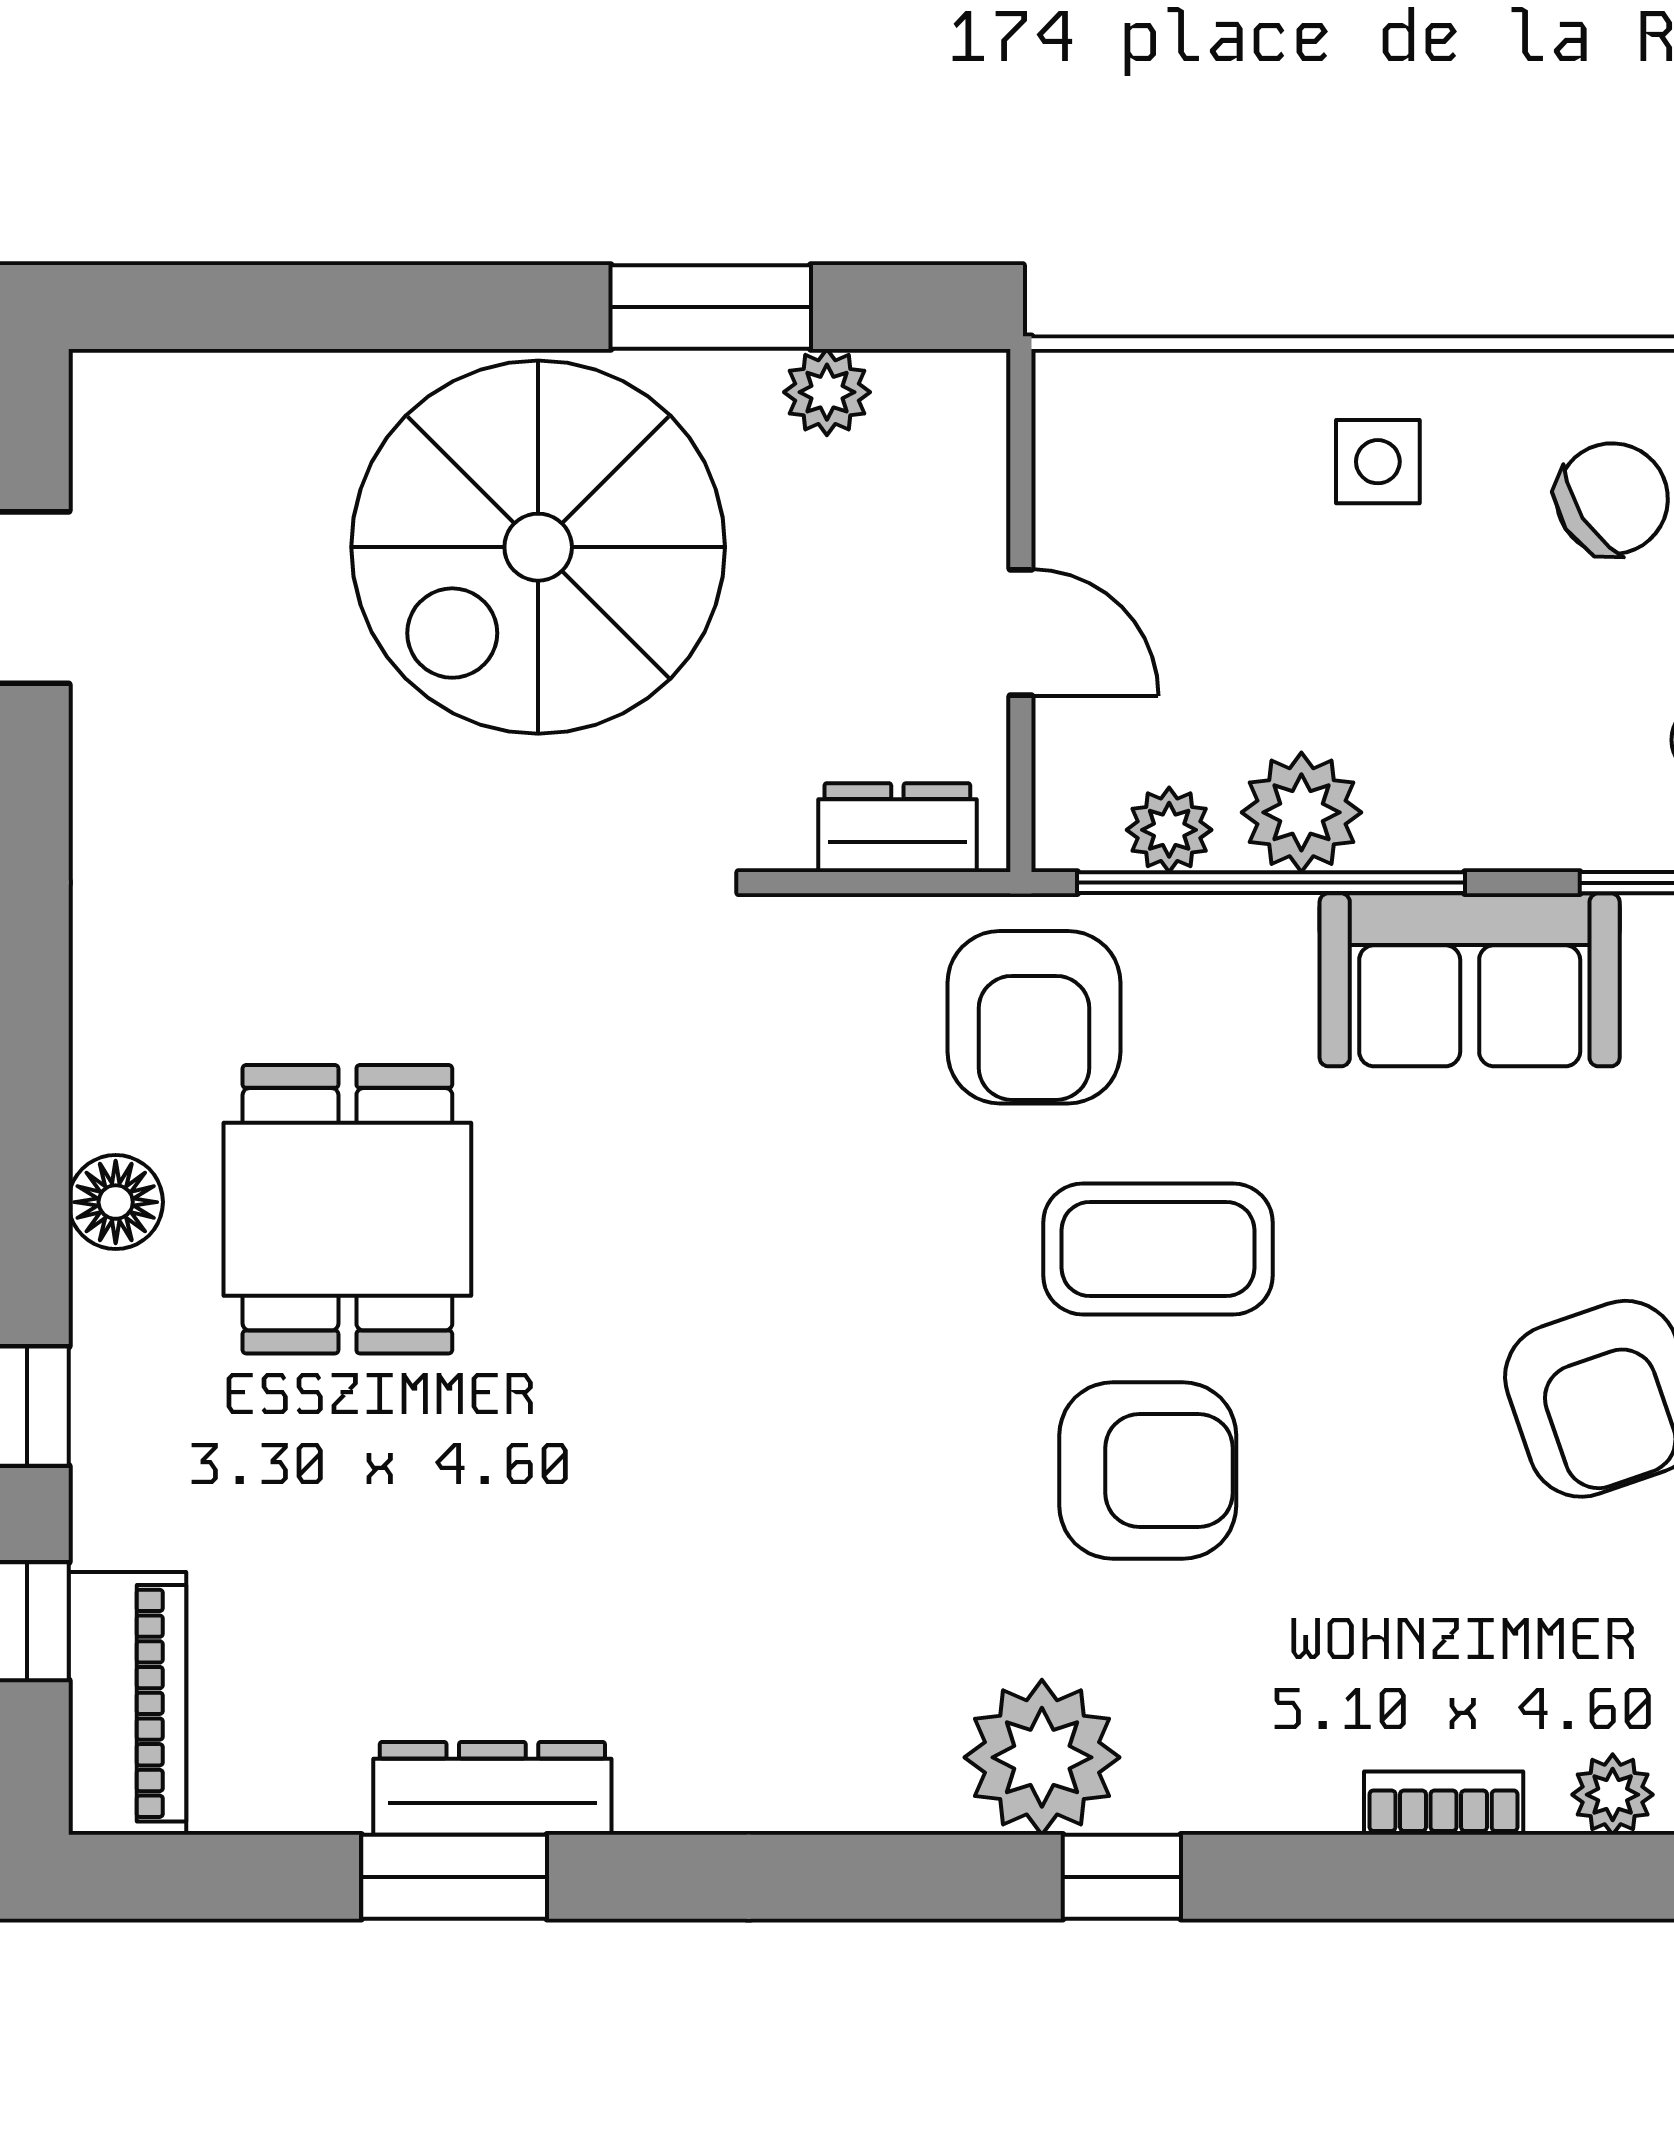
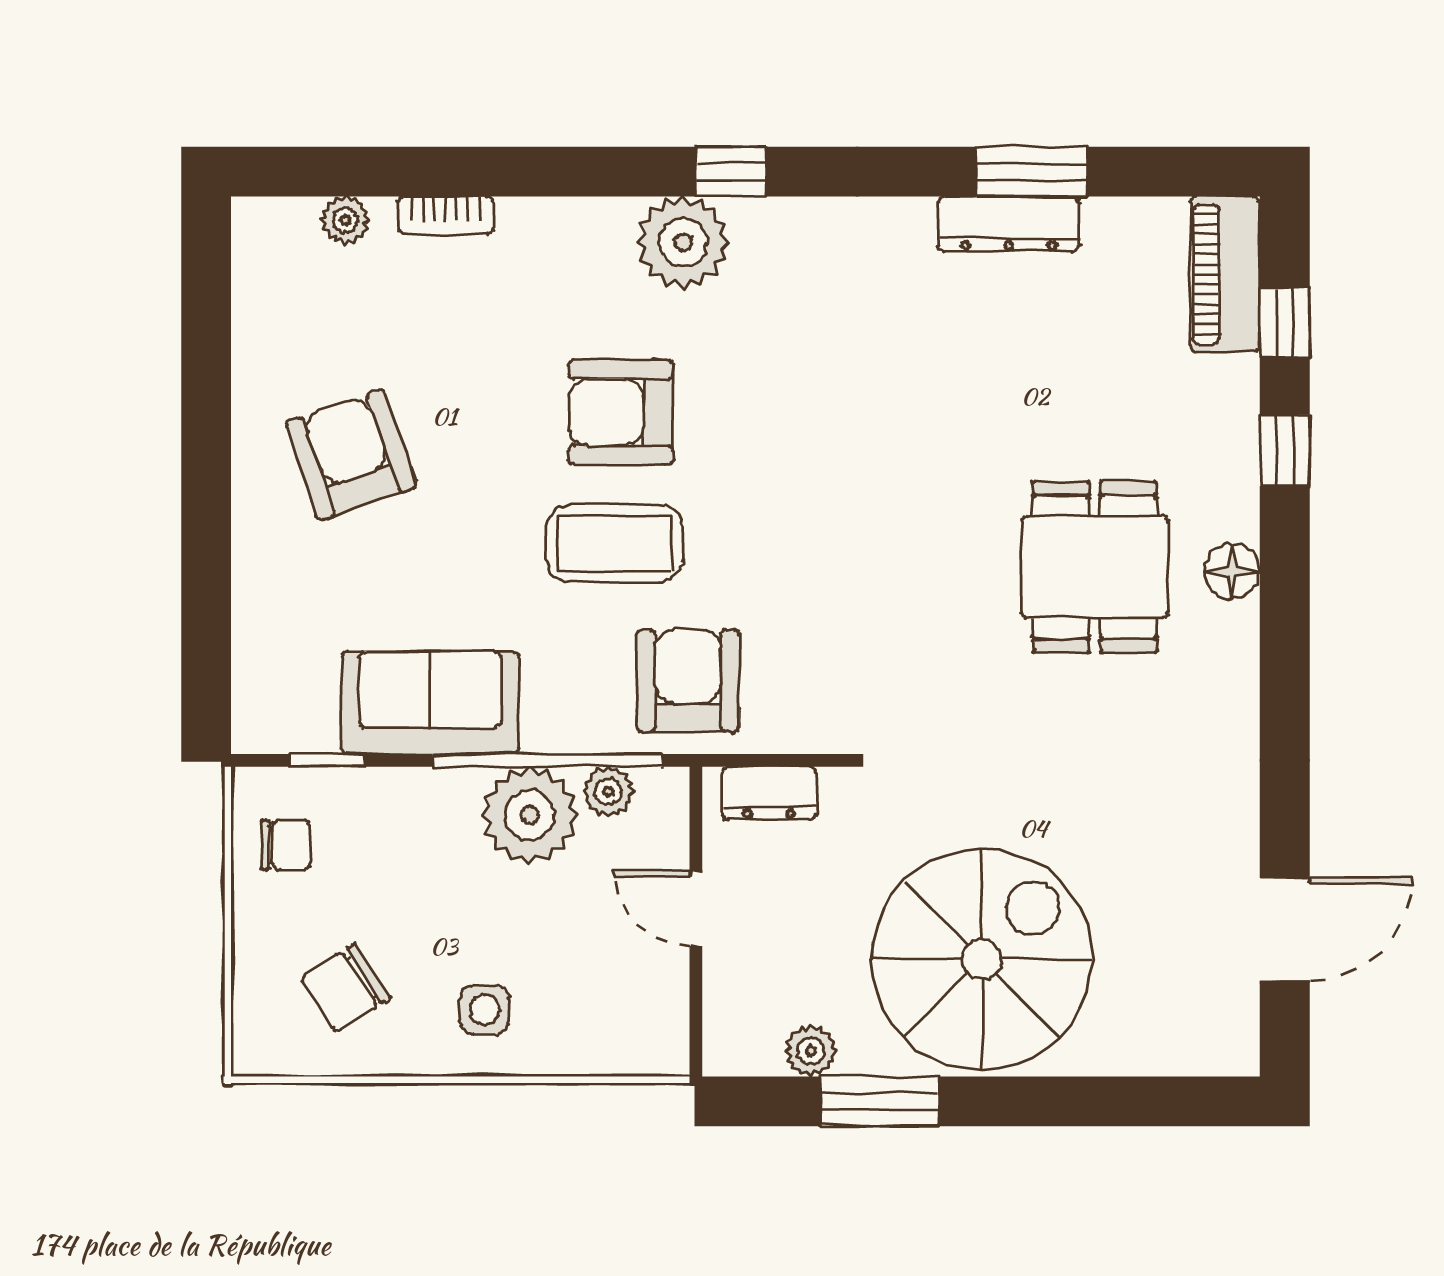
plant: (1301, 812) -> (530, 815), width x1.36, depth x1.36
window: (1122, 1877) -> (731, 172), moved

